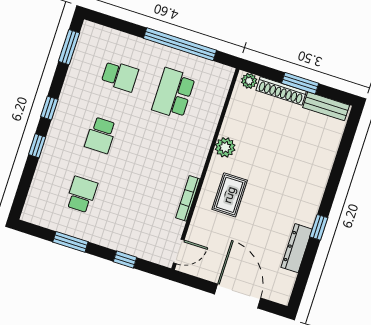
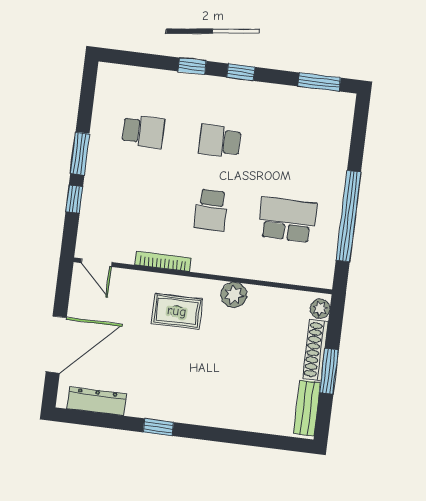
school desk: (120, 76) -> (211, 210), moved
window: (70, 242) -> (80, 153), moved
dresser: (297, 248) -> (97, 401), moved

